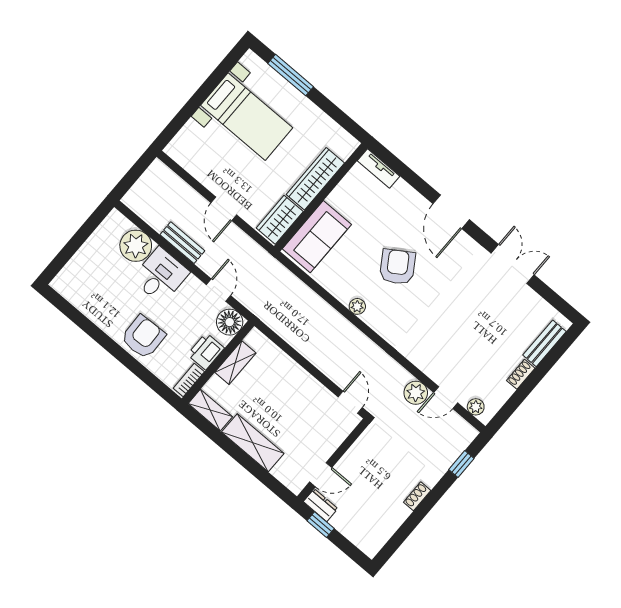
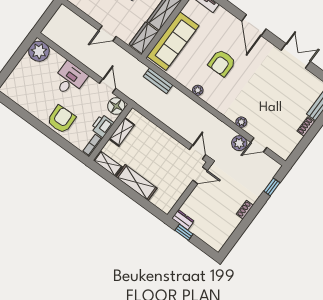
door: (224, 209) -> (107, 33), hinge flipped
sofa: (317, 237) -> (173, 41), width x1.36
bench: (182, 243) -> (158, 81), moved
plant: (136, 246) -> (39, 51), moved
armchair: (397, 267) -> (222, 63), turned -147
plant: (476, 407) -> (241, 122), moved
door: (321, 475) -> (200, 175), moved

